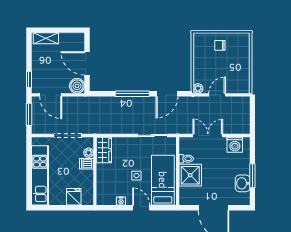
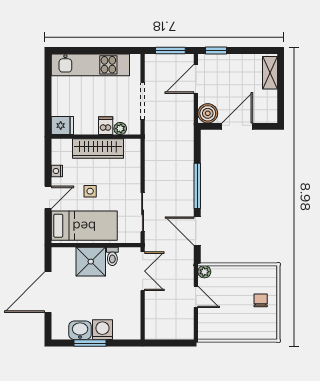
double door: (208, 135) -> (143, 271), moved
washing machine: (235, 145) -> (102, 330), moved, turned 90
wardrobe: (104, 150) -> (98, 149), moved, width x1.50
fridge: (74, 197) -> (62, 126), moved

